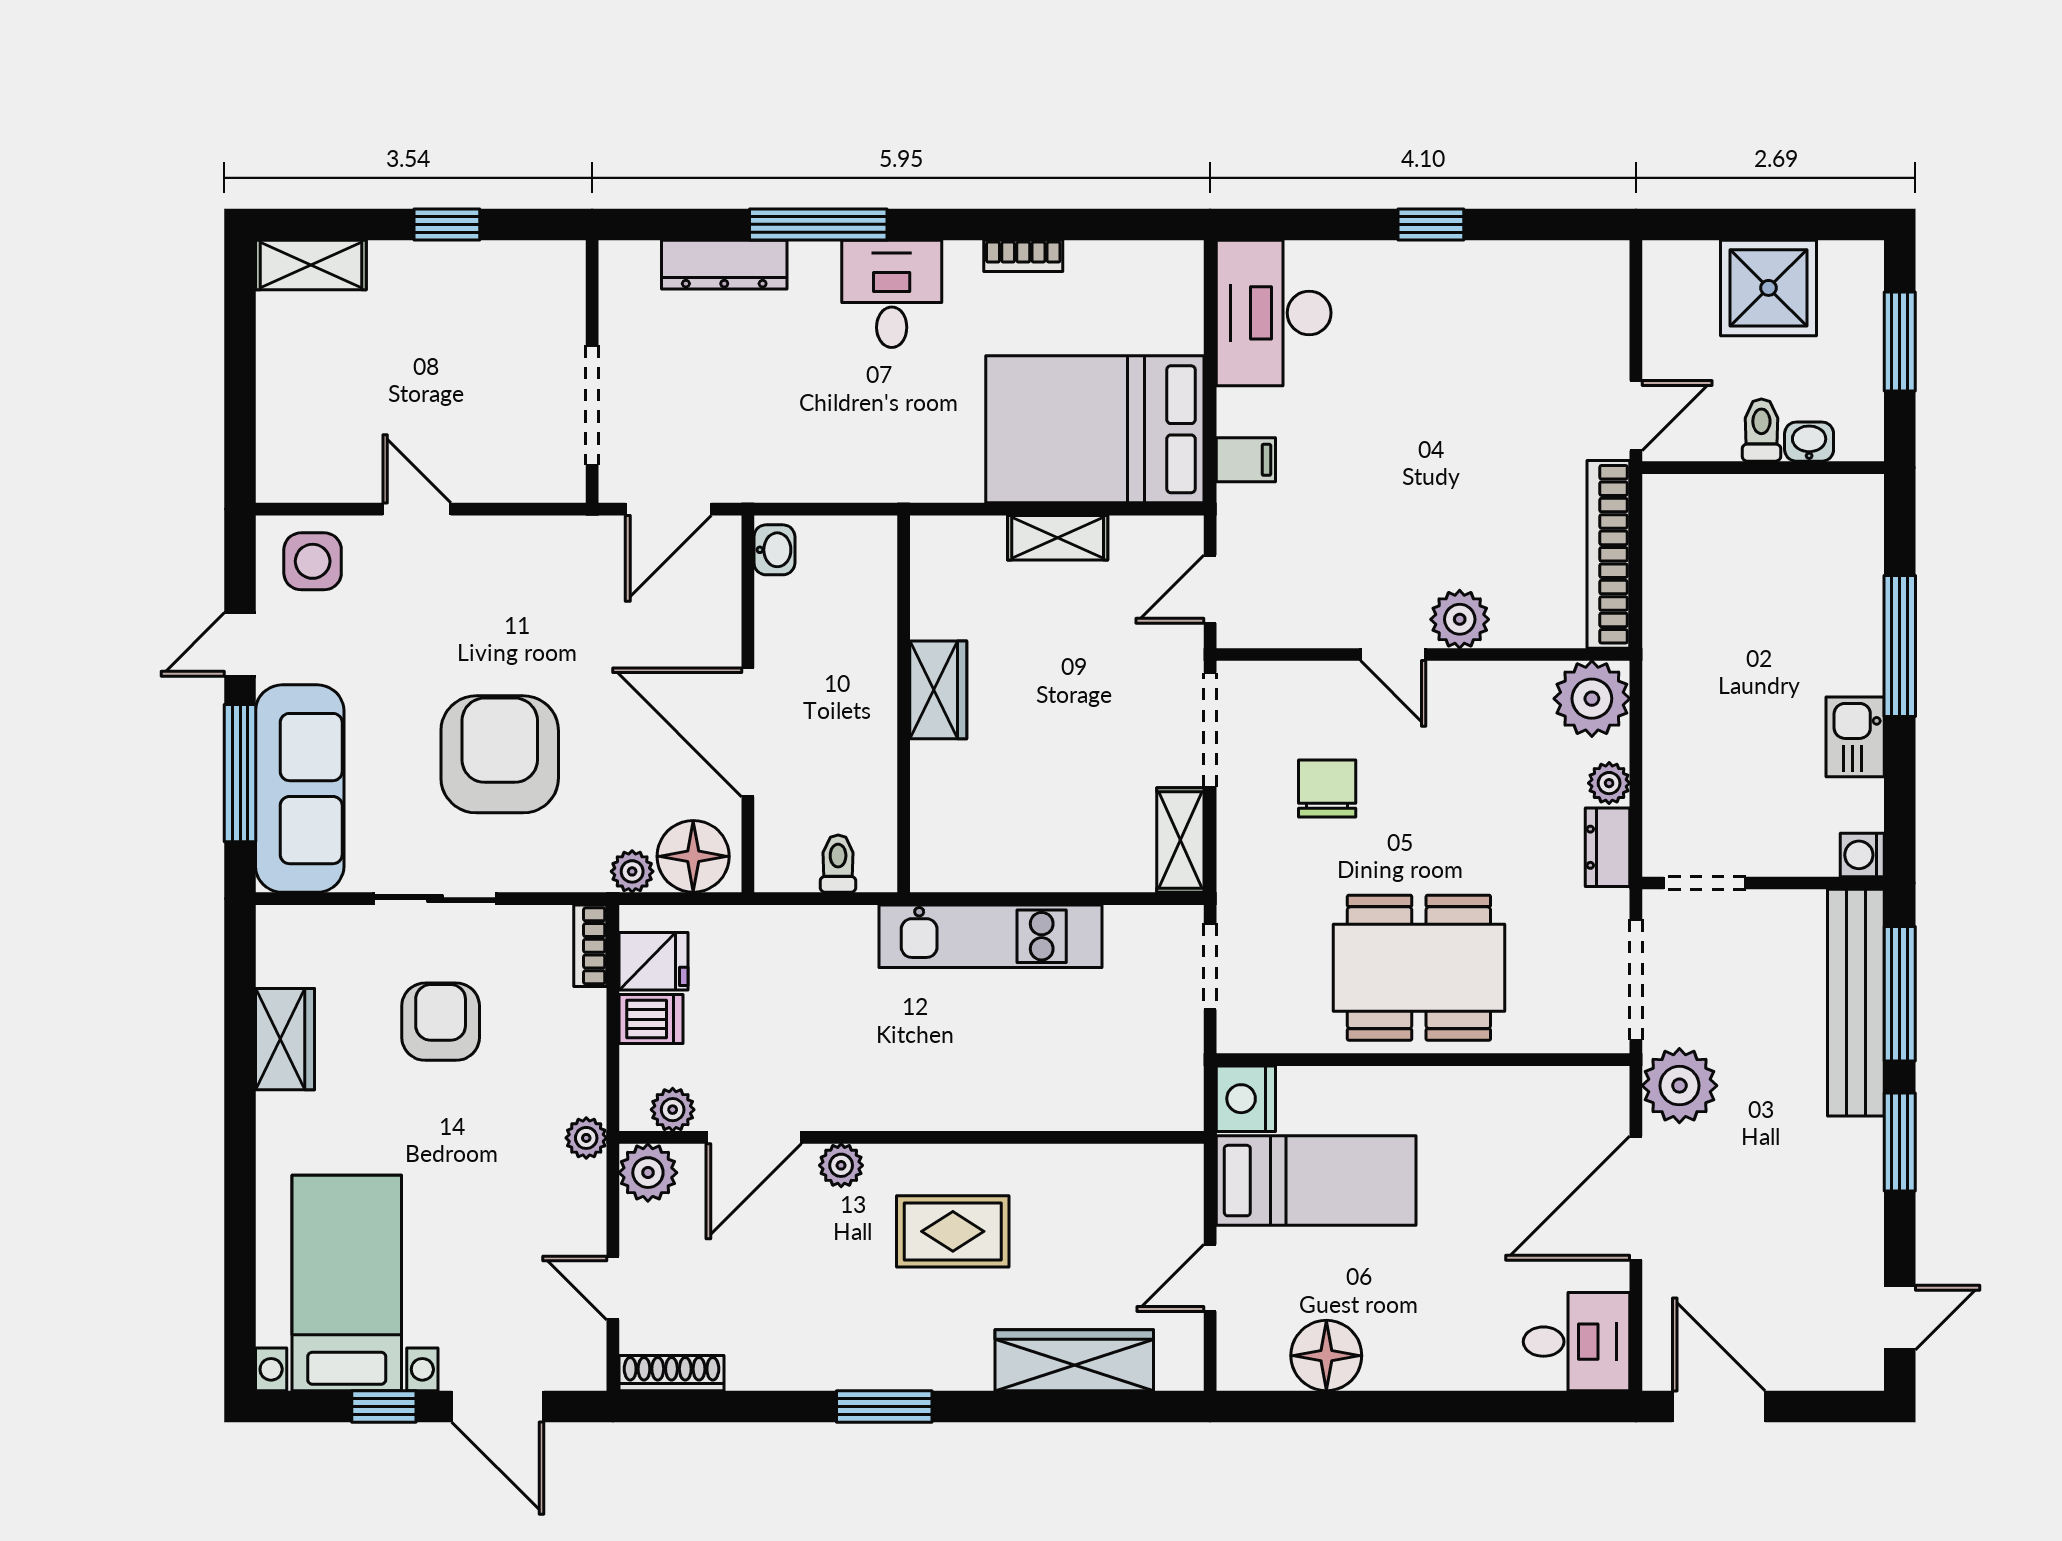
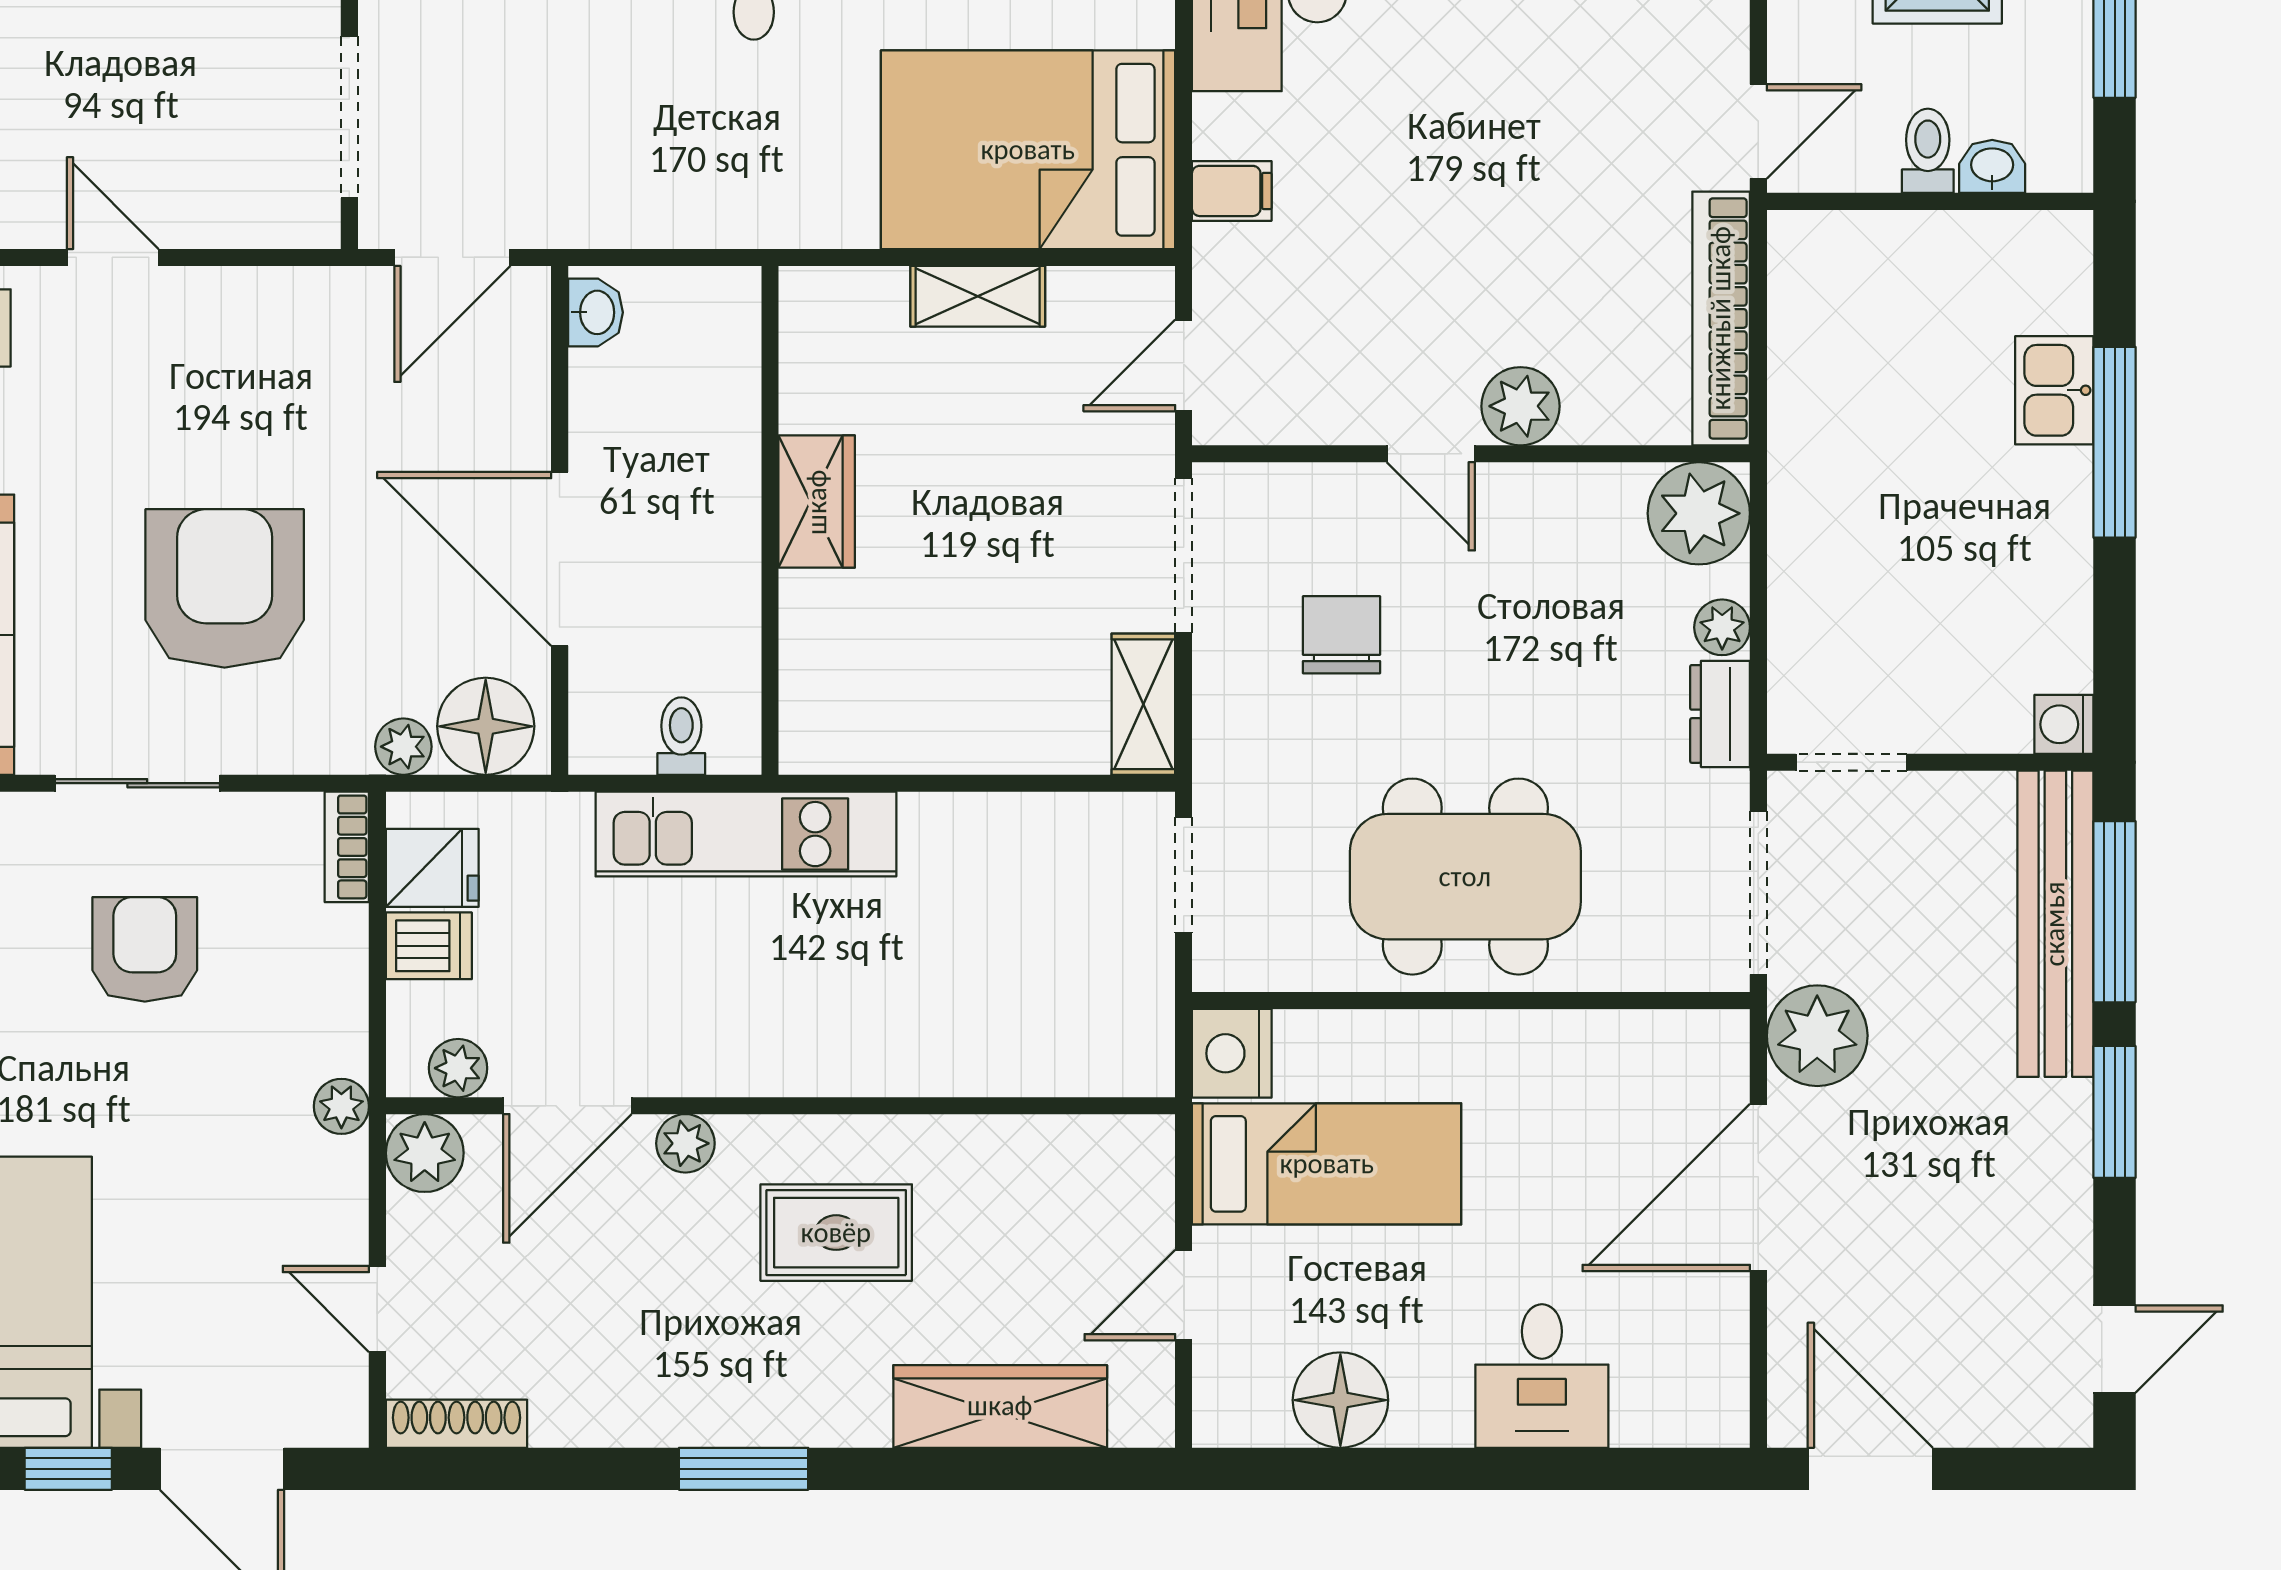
kitchen sink: (1855, 737) -> (2054, 390), moved
kitchen unit: (990, 936) -> (746, 834), moved
desk: (1577, 1342) -> (1542, 1376), moved, turned 90

